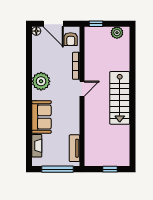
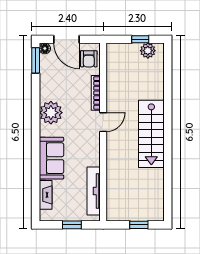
window: (96, 24) -> (140, 39), moved
window: (29, 40) -> (36, 60), added
tv unit: (75, 148) -> (94, 191), width x1.41
window: (57, 169) -> (72, 225), width x0.46

